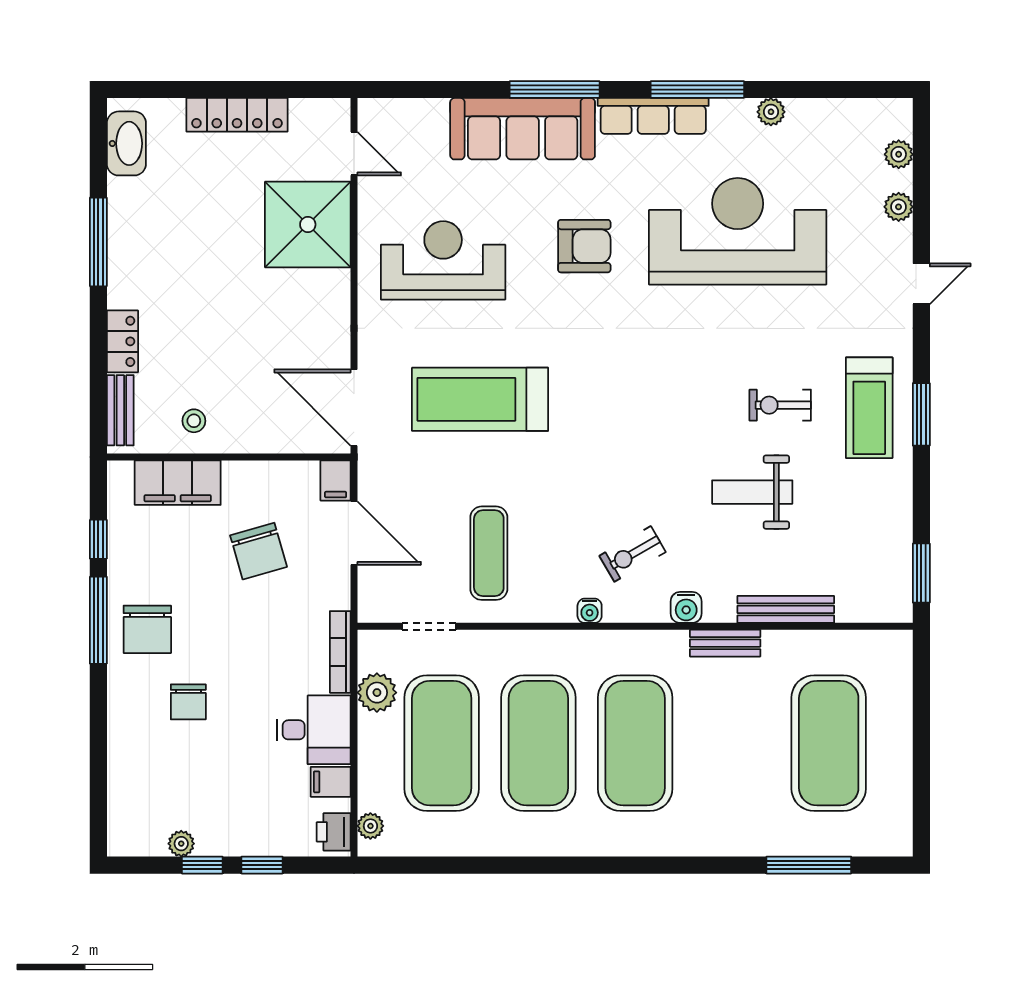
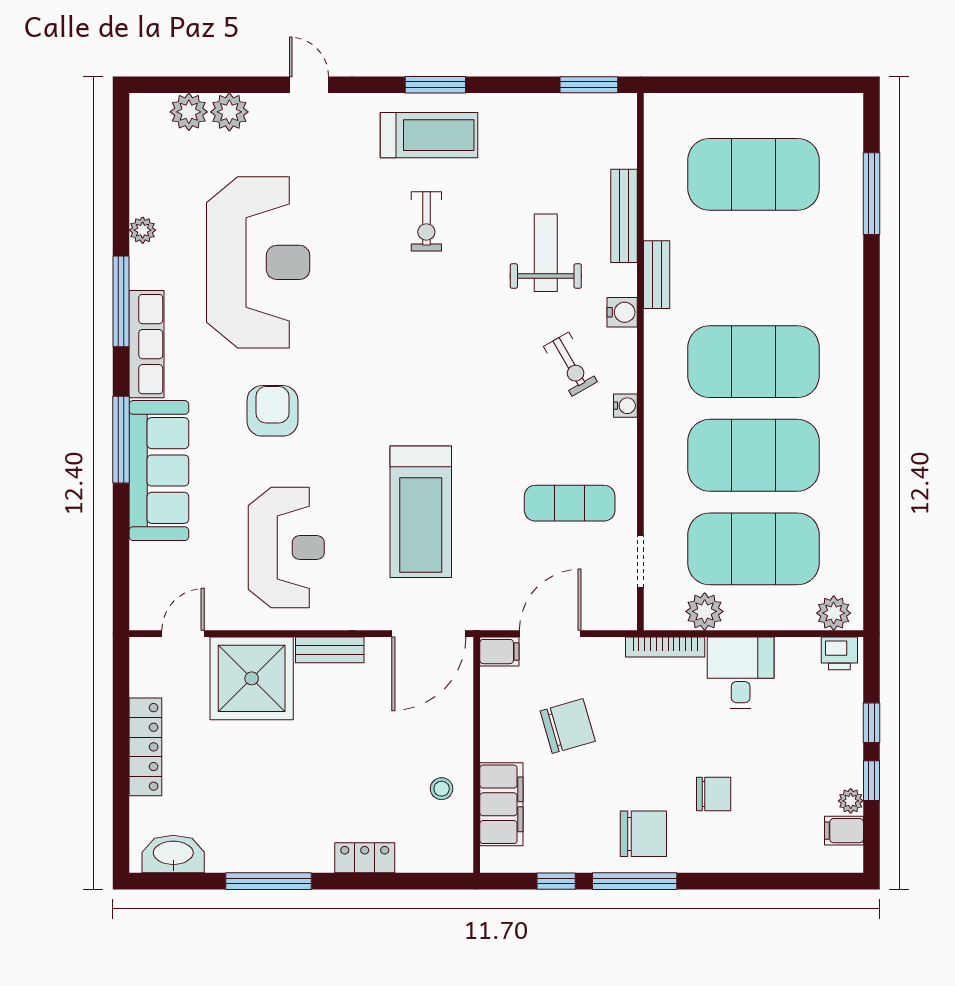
plant: (899, 154) -> (189, 112), width x1.38, depth x1.38
plant: (899, 207) -> (229, 112), width x1.38, depth x1.38
reception desk: (738, 231) -> (258, 262), turned 180
reception desk: (443, 260) -> (286, 547), turned 180
bench: (120, 410) -> (330, 650), moved
weight bench: (752, 492) -> (546, 253), moved, turned 180
filing cabinet: (331, 782) -> (844, 831), moved, turned 90
plant: (370, 826) -> (834, 613), width x1.38, depth x1.38

